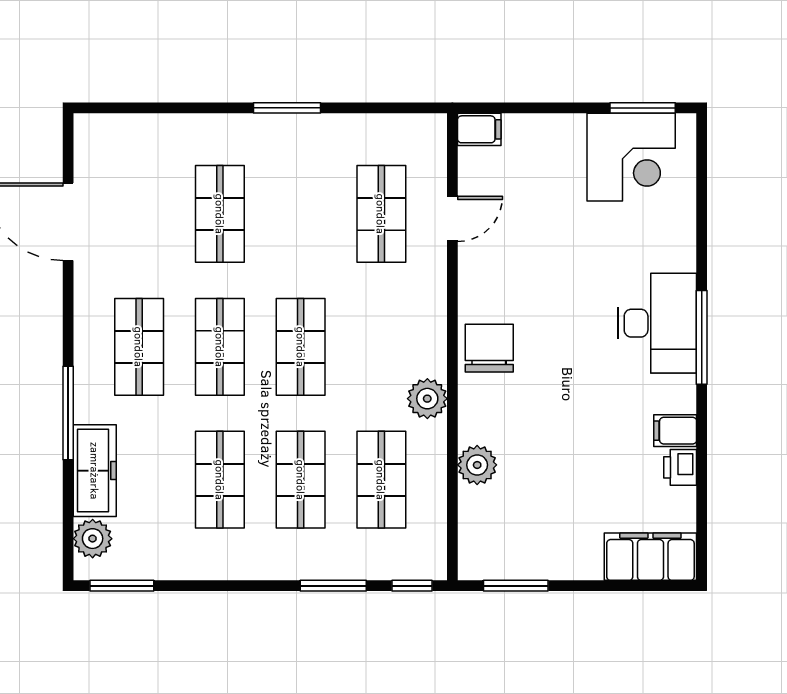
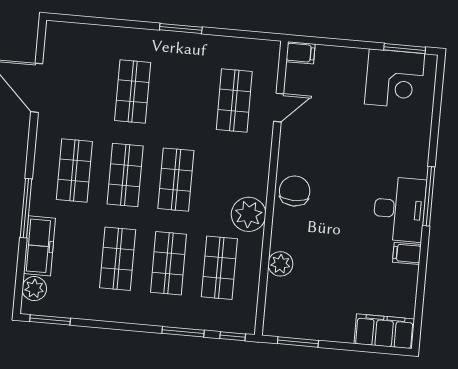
desk: (657, 323) -> (399, 209), moved
plant: (427, 399) -> (249, 214), width x1.36, depth x1.36
printer: (680, 467) -> (408, 277), removed

